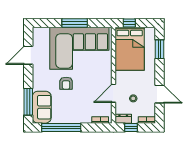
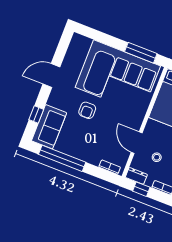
window: (75, 23) -> (141, 53), moved
door: (28, 55) -> (51, 76), moved
door: (114, 93) -> (137, 143), hinge flipped
window: (28, 102) -> (36, 115), width x0.46

